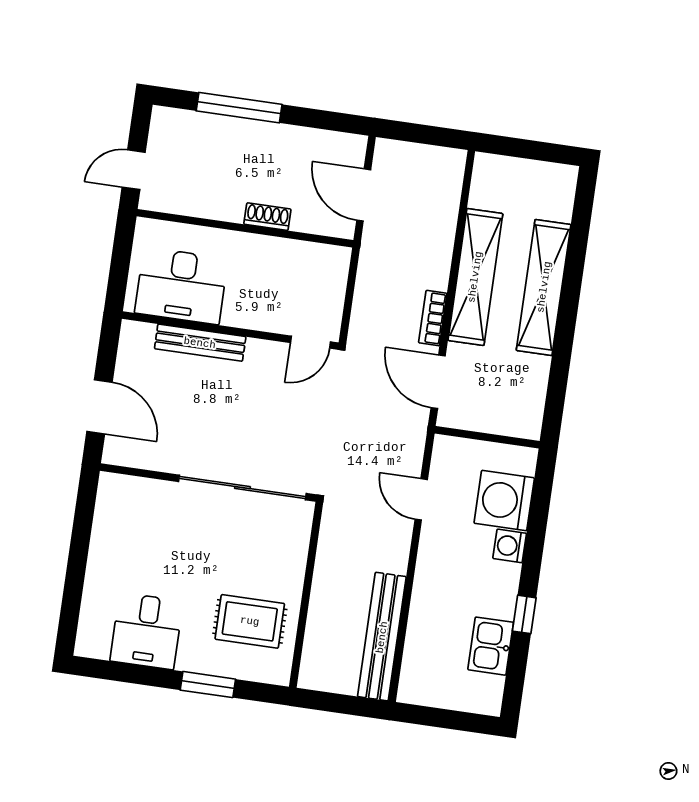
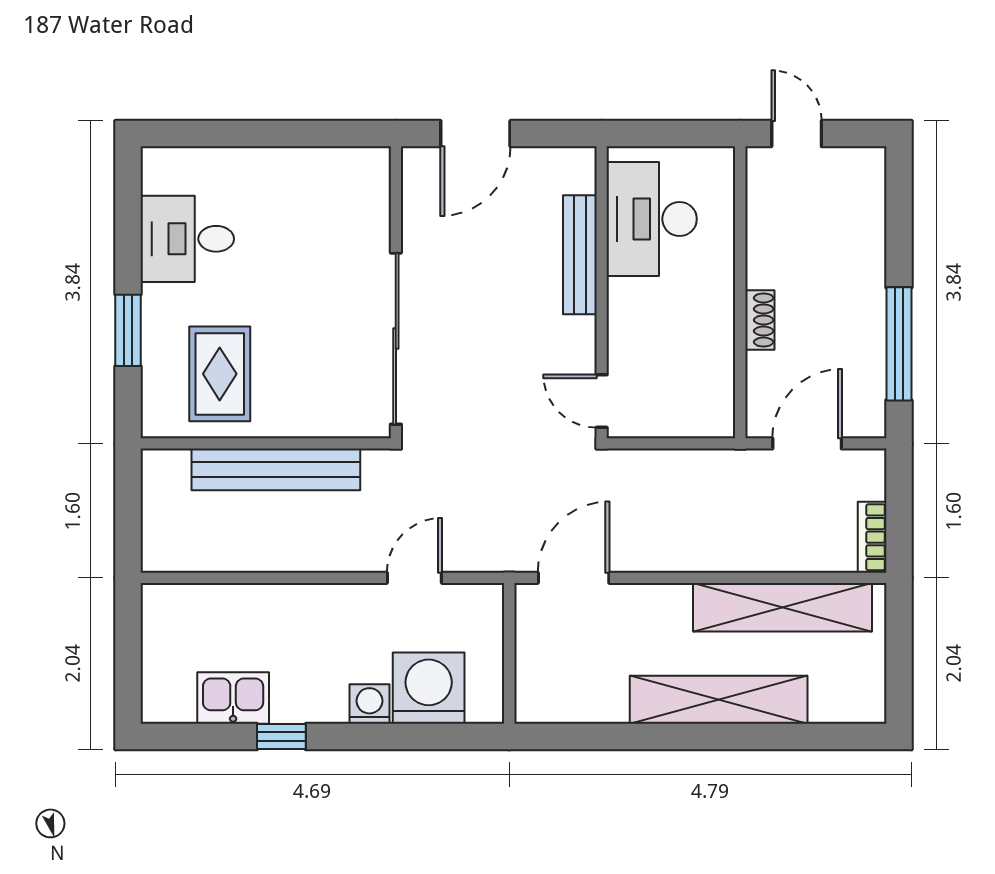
window: (239, 108) -> (899, 344), moved
shelving: (475, 277) -> (782, 607), moved
bookcase: (433, 318) -> (872, 537), moved, turned -90
bench: (382, 637) -> (276, 469), moved

